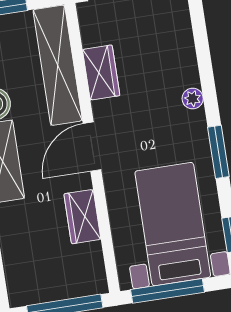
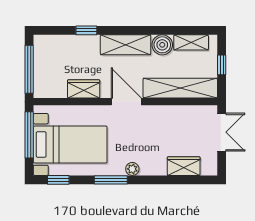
wardrobe: (101, 73) -> (184, 166), moved, turned 180
plant: (193, 99) -> (132, 169), moved

